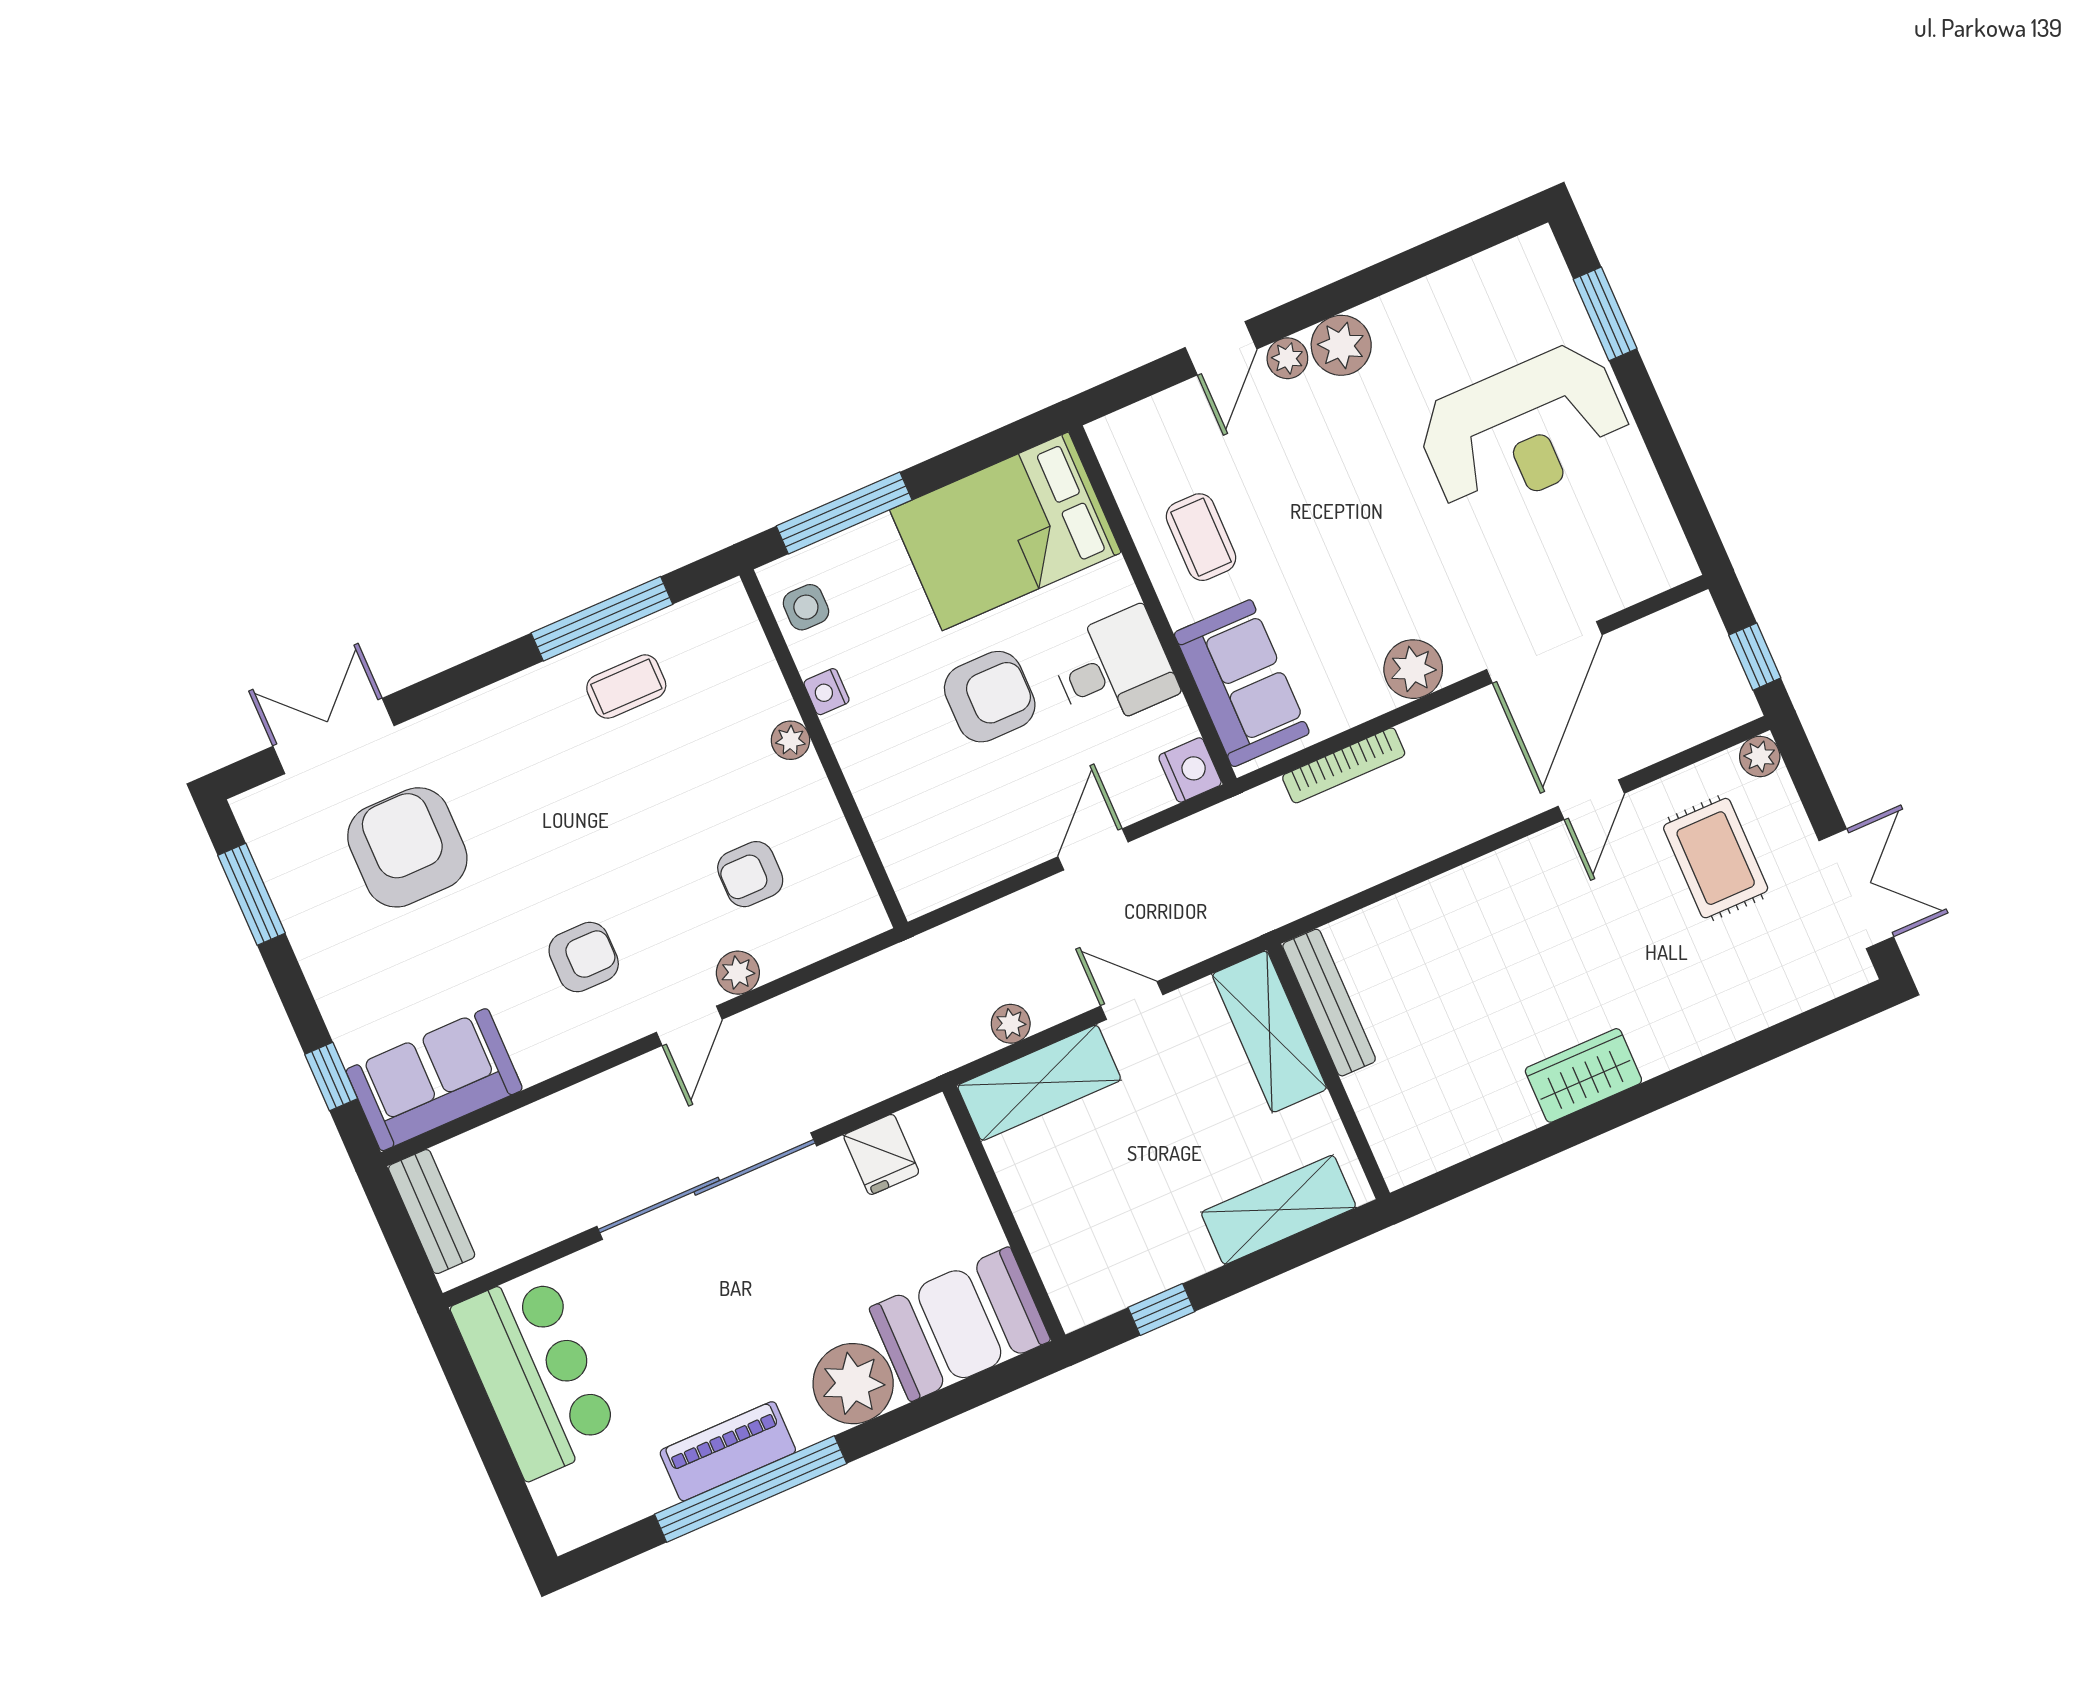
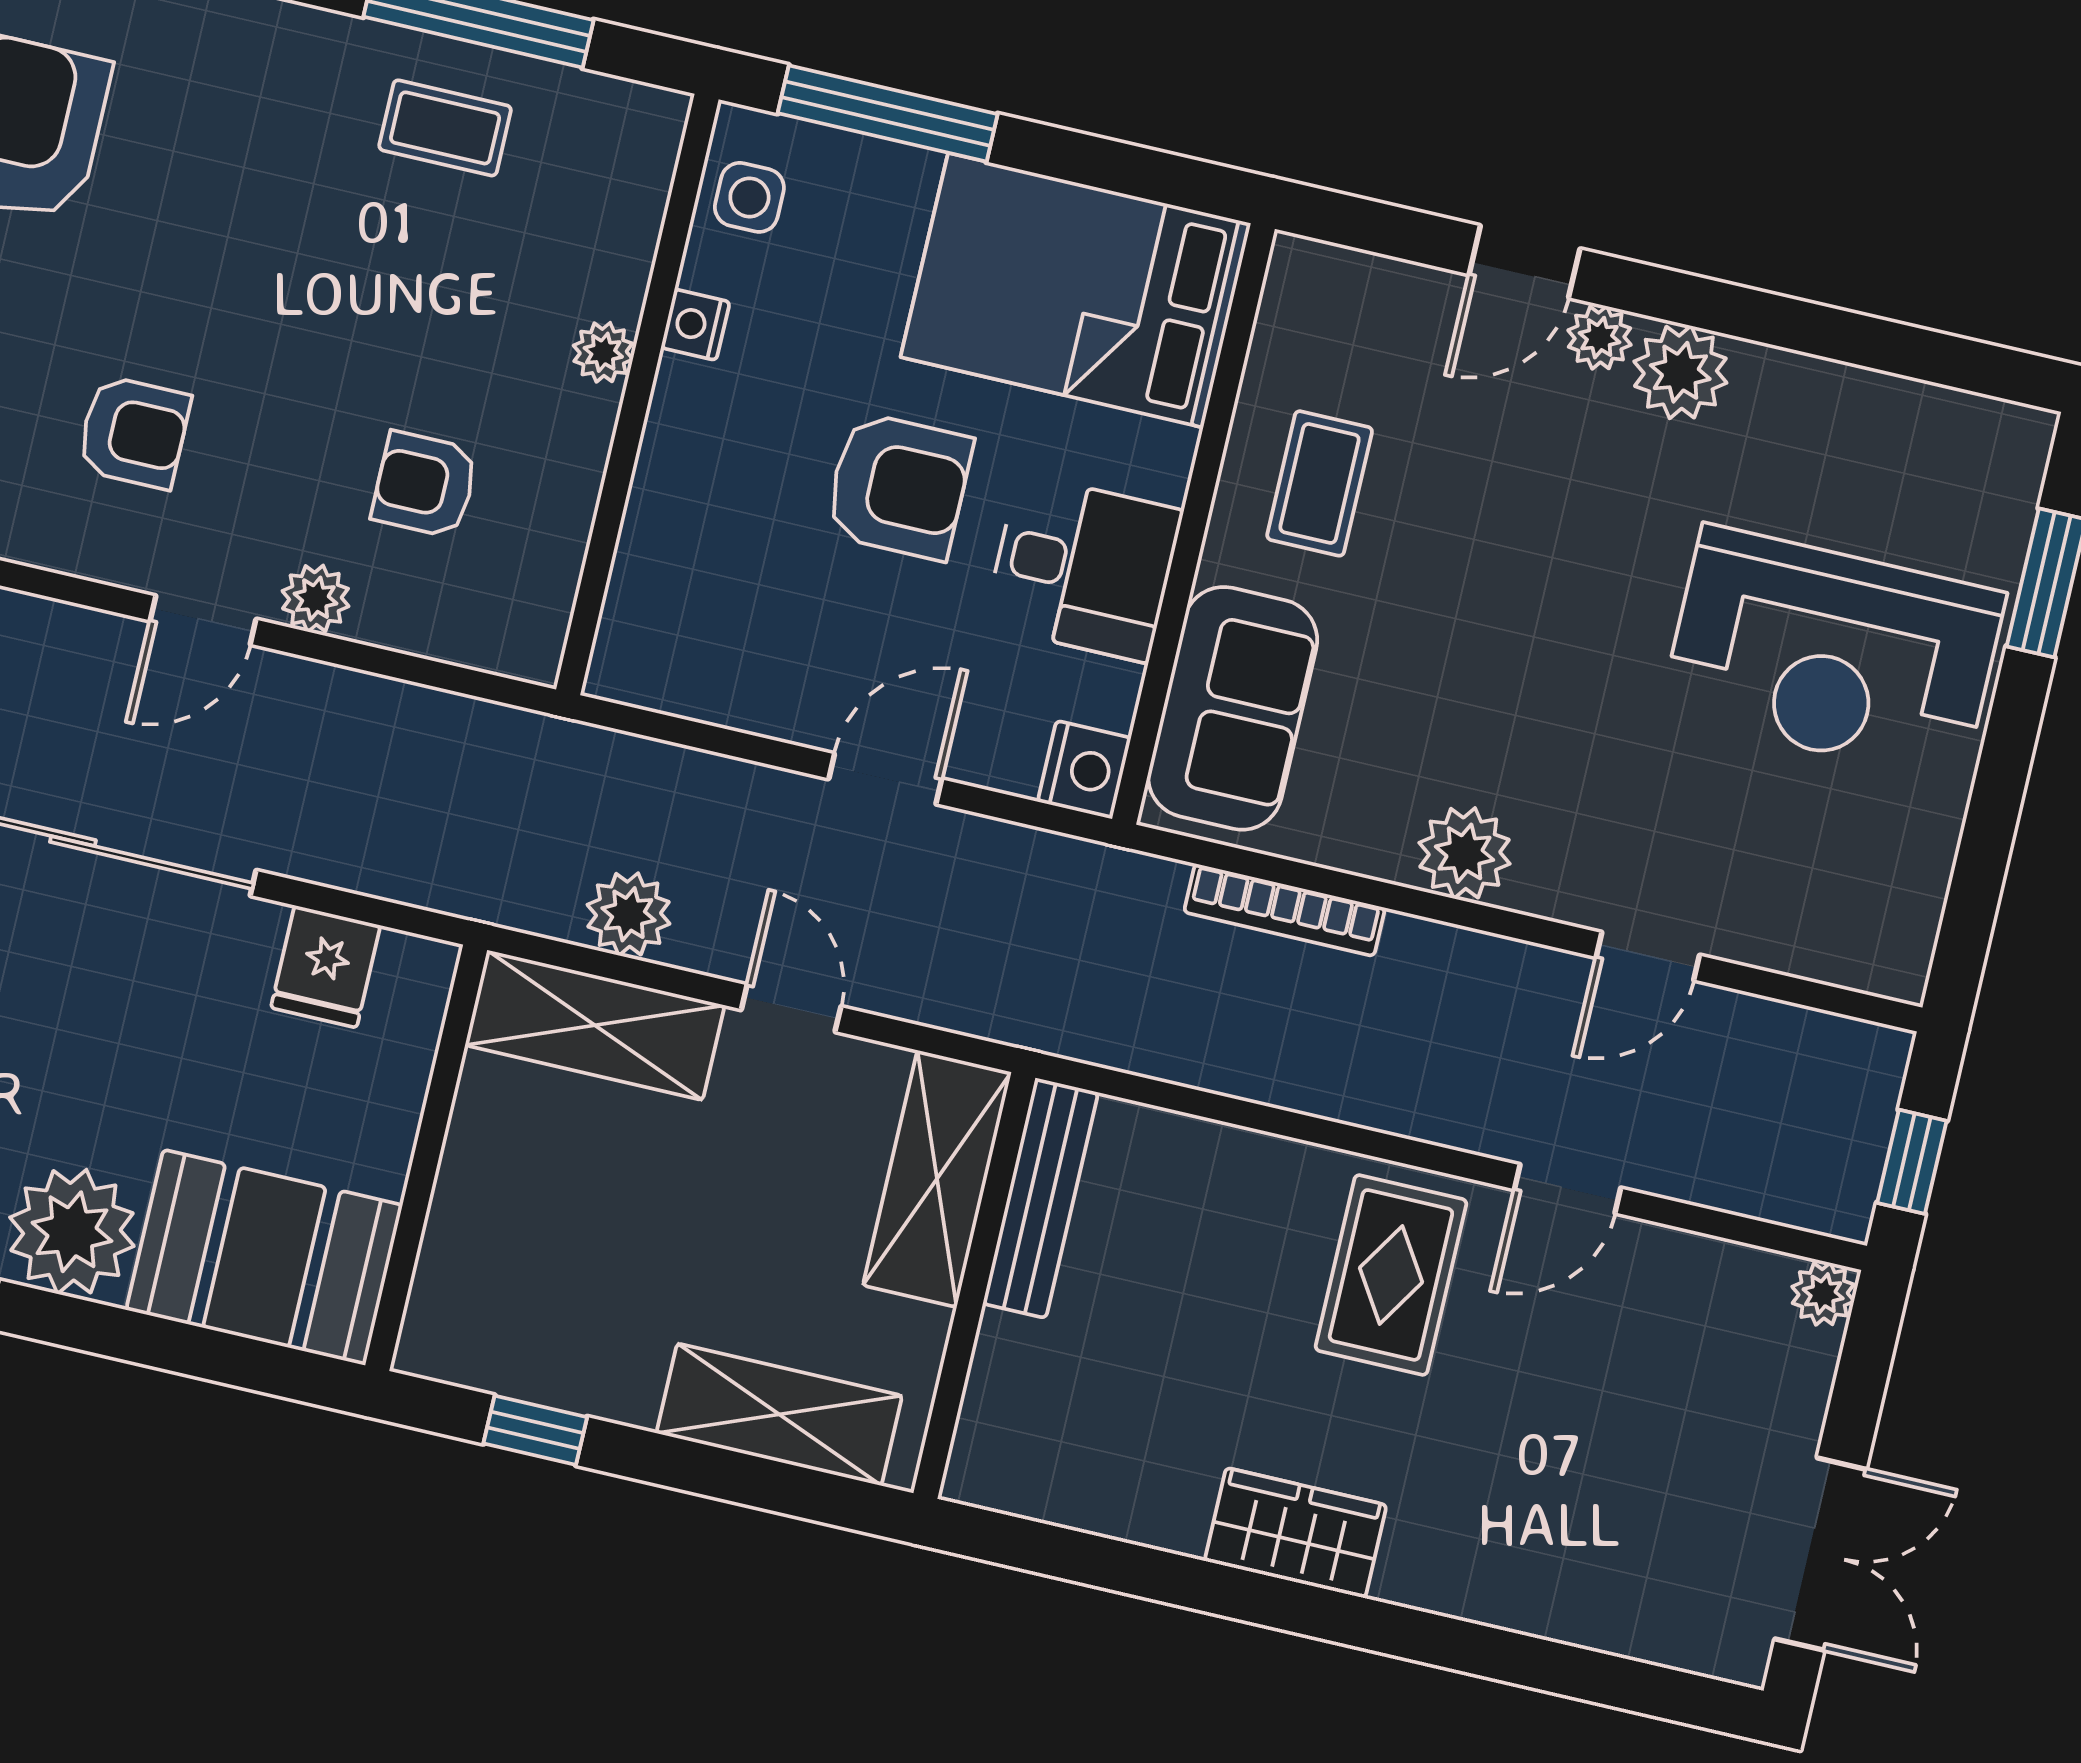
door: (1544, 652) -> (1648, 956), width x0.53
rug: (1716, 858) -> (1391, 1275), moved
plant: (1011, 1024) -> (629, 914), width x1.38, depth x1.38

